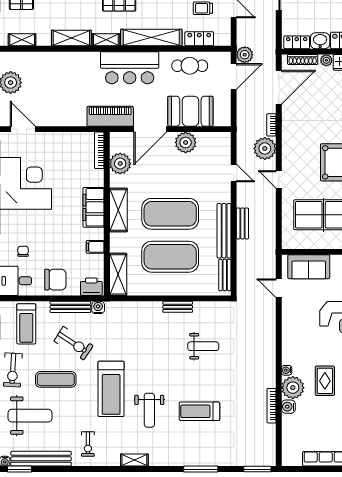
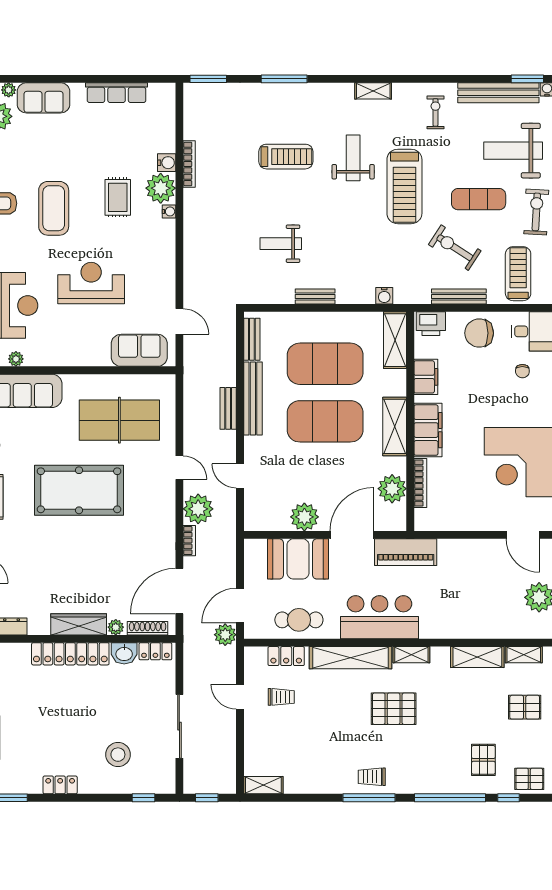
shelving: (71, 38) -> (477, 657), moved
bookcase: (99, 150) -> (420, 483), moved
filing cabinet: (95, 247) -> (426, 377), width x2.00
water cooler: (98, 307) -> (384, 296), moved
treadmill: (111, 389) -> (404, 186), turned 180

